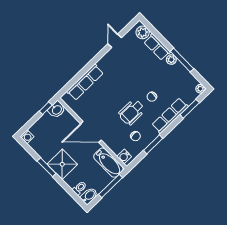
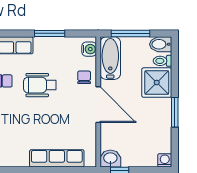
wheelchair: (132, 112) -> (40, 85), turned 180
chair: (135, 136) -> (84, 77), moved
shower: (62, 164) -> (157, 83), moved

